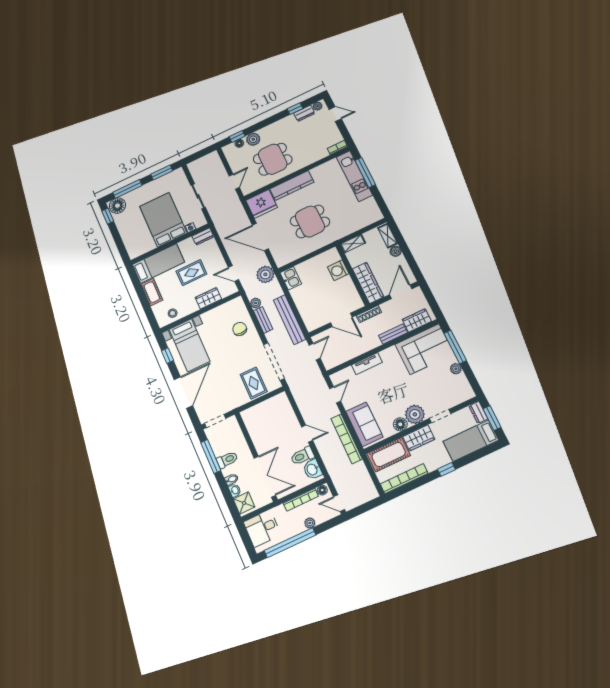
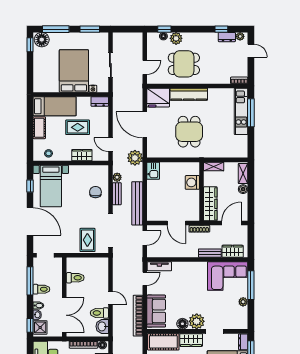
dining table: (310, 221) -> (189, 132), turned 90
tv unit: (367, 364) -> (159, 266), moved
door: (183, 393) -> (30, 221), hinge flipped
toilet: (259, 430) -> (75, 278), added
window: (232, 506) -> (30, 325), added

